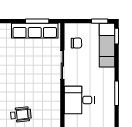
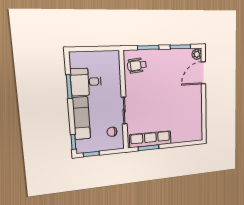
exam couch: (107, 45) -> (81, 118), moved
desk: (79, 100) -> (86, 82), moved, turned 180
wheelchair: (21, 115) -> (137, 65), moved

